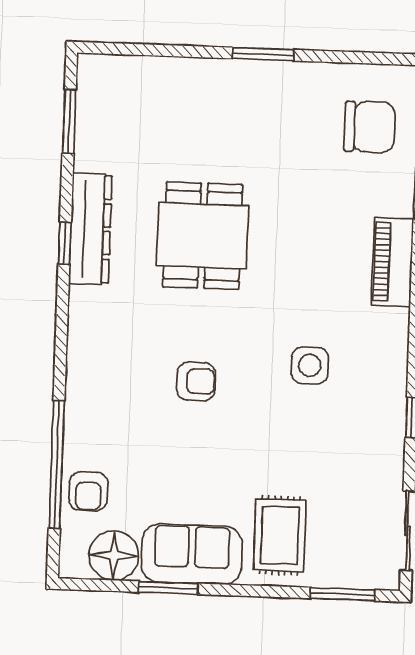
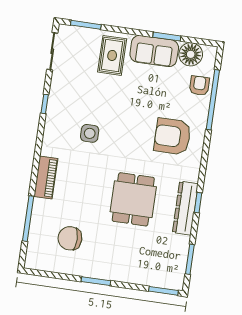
window: (118, 49) -> (163, 291), added
chair: (369, 127) -> (70, 238), moved
armchair: (196, 381) -> (172, 136), moved, width x1.88, depth x1.88

